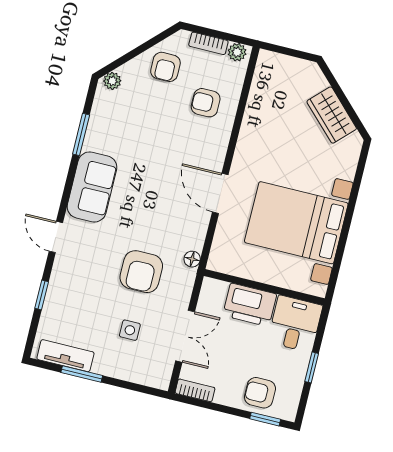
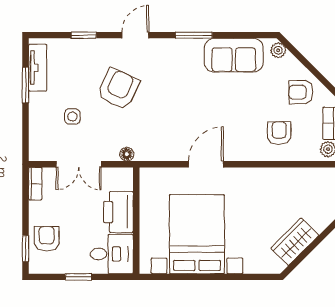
window: (81, 134) -> (194, 35), moved
sofa: (92, 187) -> (234, 55), moved
floor lamp: (192, 259) -> (127, 154), moved
armchair: (141, 272) -> (118, 89), moved, turned 115

